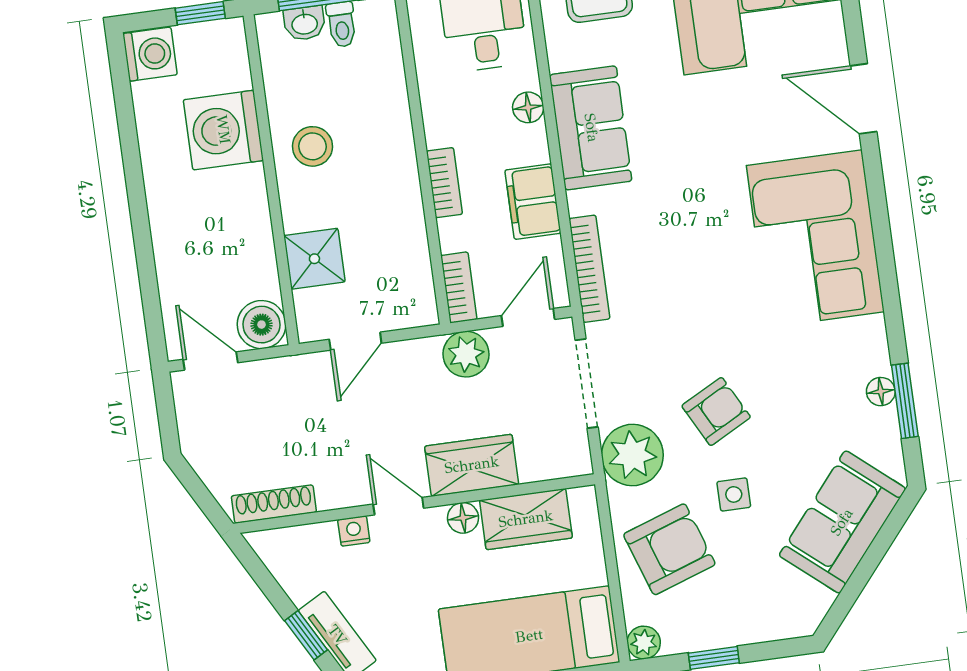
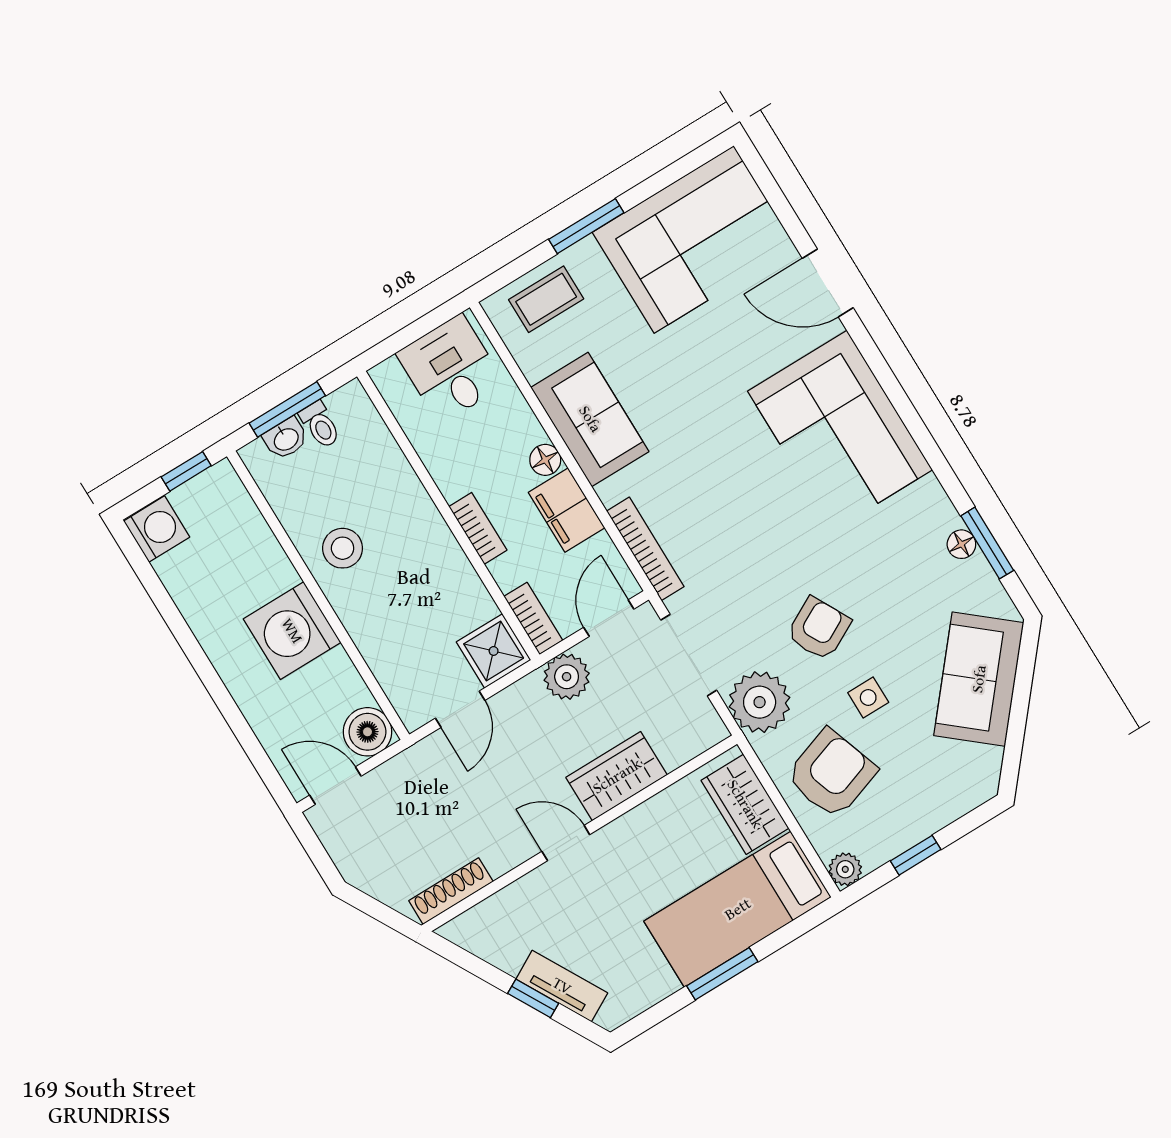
floor lamp: (528, 107) -> (545, 460), moved
washing machine: (223, 130) -> (292, 631), moved
shower: (314, 259) -> (494, 651), moved
floor lamp: (463, 518) -> (630, 828), removed
wardrobe: (526, 519) -> (745, 804), moved, turned 90
nightstand: (354, 531) -> (535, 884), removed

